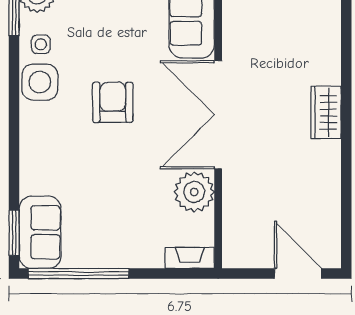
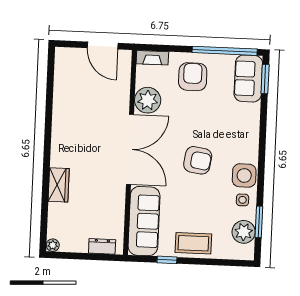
armchair: (113, 102) -> (198, 160), turned -81
wardrobe: (326, 112) -> (59, 185), moved
armchair: (126, 231) -> (193, 77), added
door: (298, 273) -> (103, 45), moved

